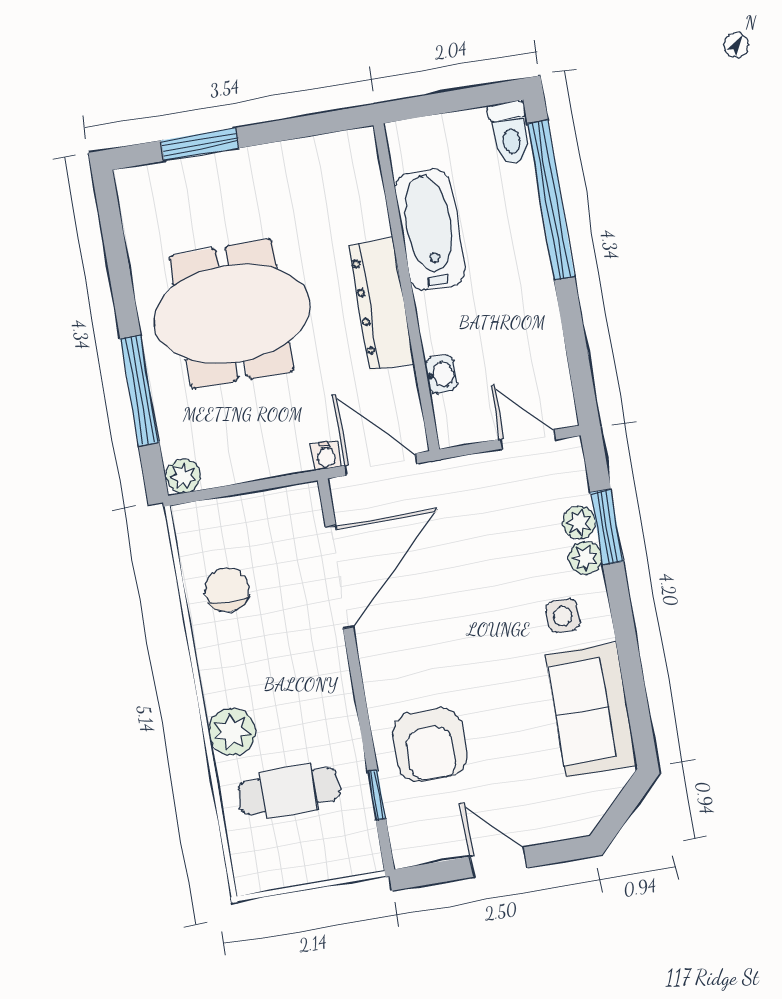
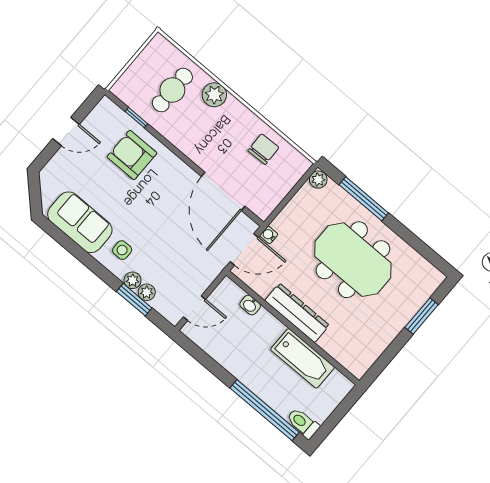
meeting table: (232, 314) -> (353, 260), turned 90
chair: (227, 590) -> (263, 149), turned -92

